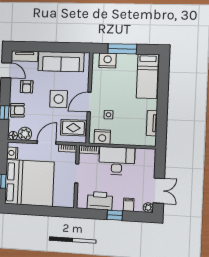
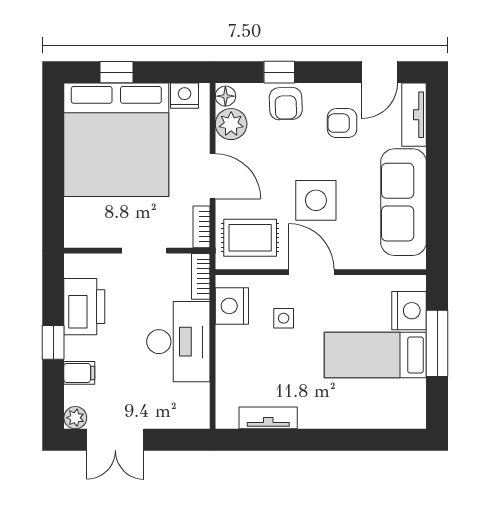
bed: (147, 76) -> (375, 355), moved
rug: (73, 128) -> (250, 238), turned 90

